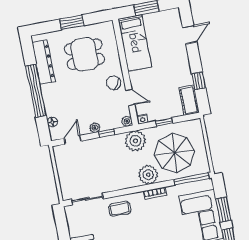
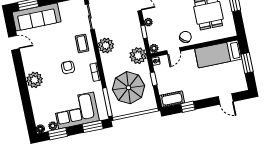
plant: (148, 175) -> (106, 45), moved
window: (223, 210) -> (93, 126), moved
armchair: (149, 226) -> (68, 67), added

